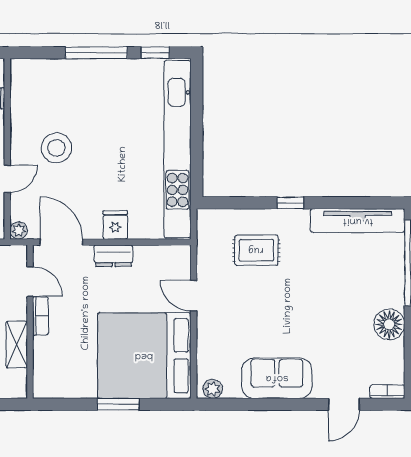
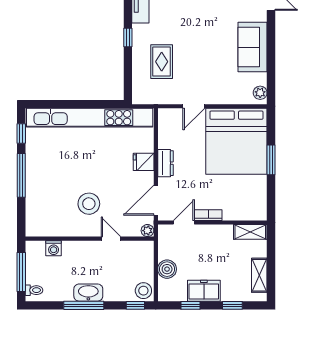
shelving: (17, 345) -> (250, 232), moved

